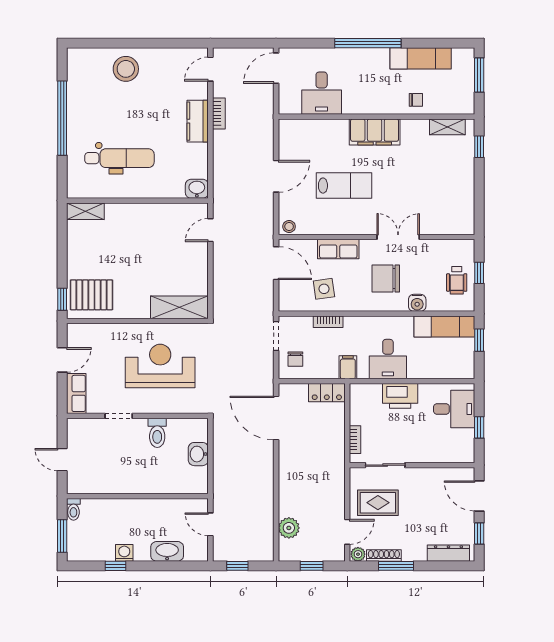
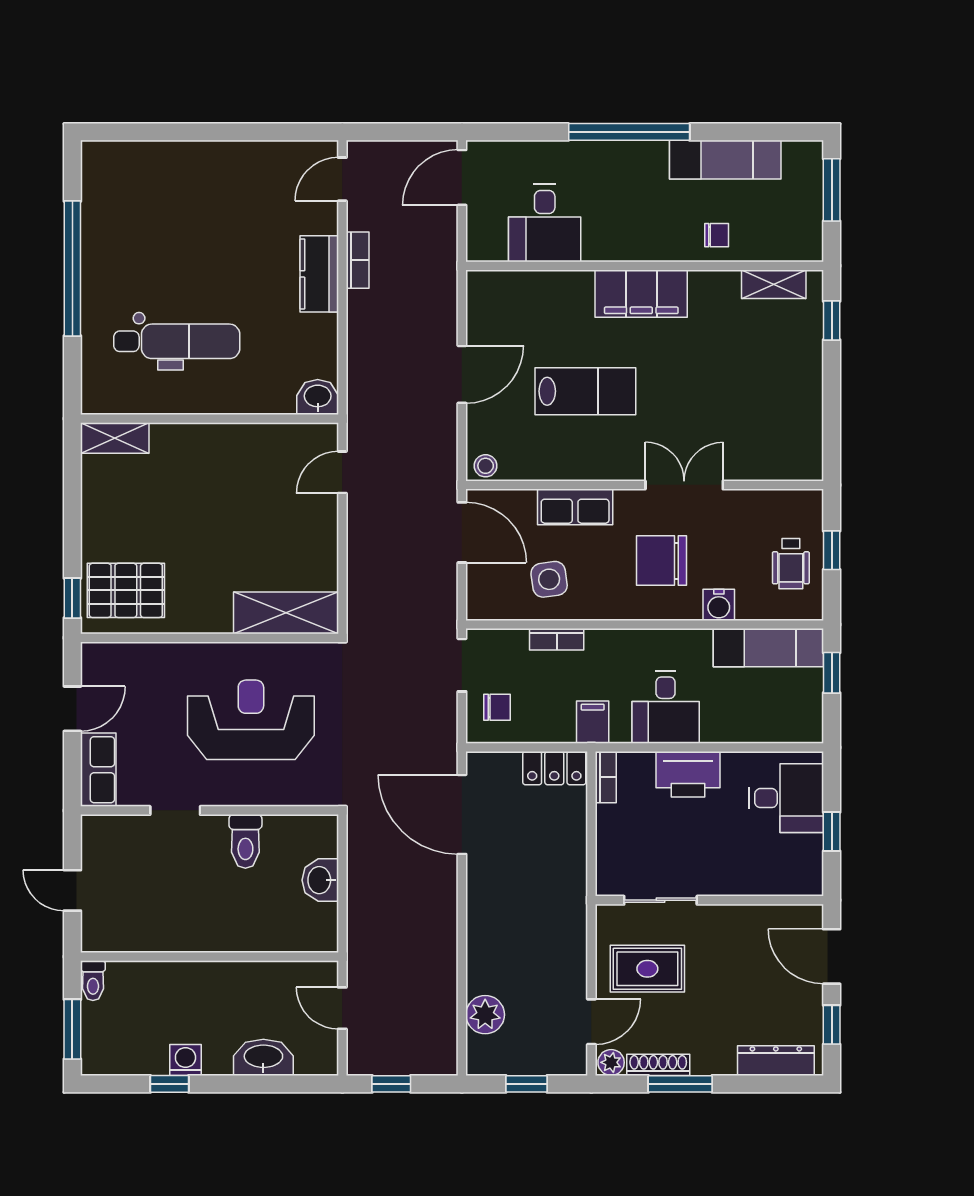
stool: (126, 69) -> (188, 179), removed
chair: (295, 359) -> (497, 707), turned -90
bookcase: (355, 440) -> (606, 777), moved

